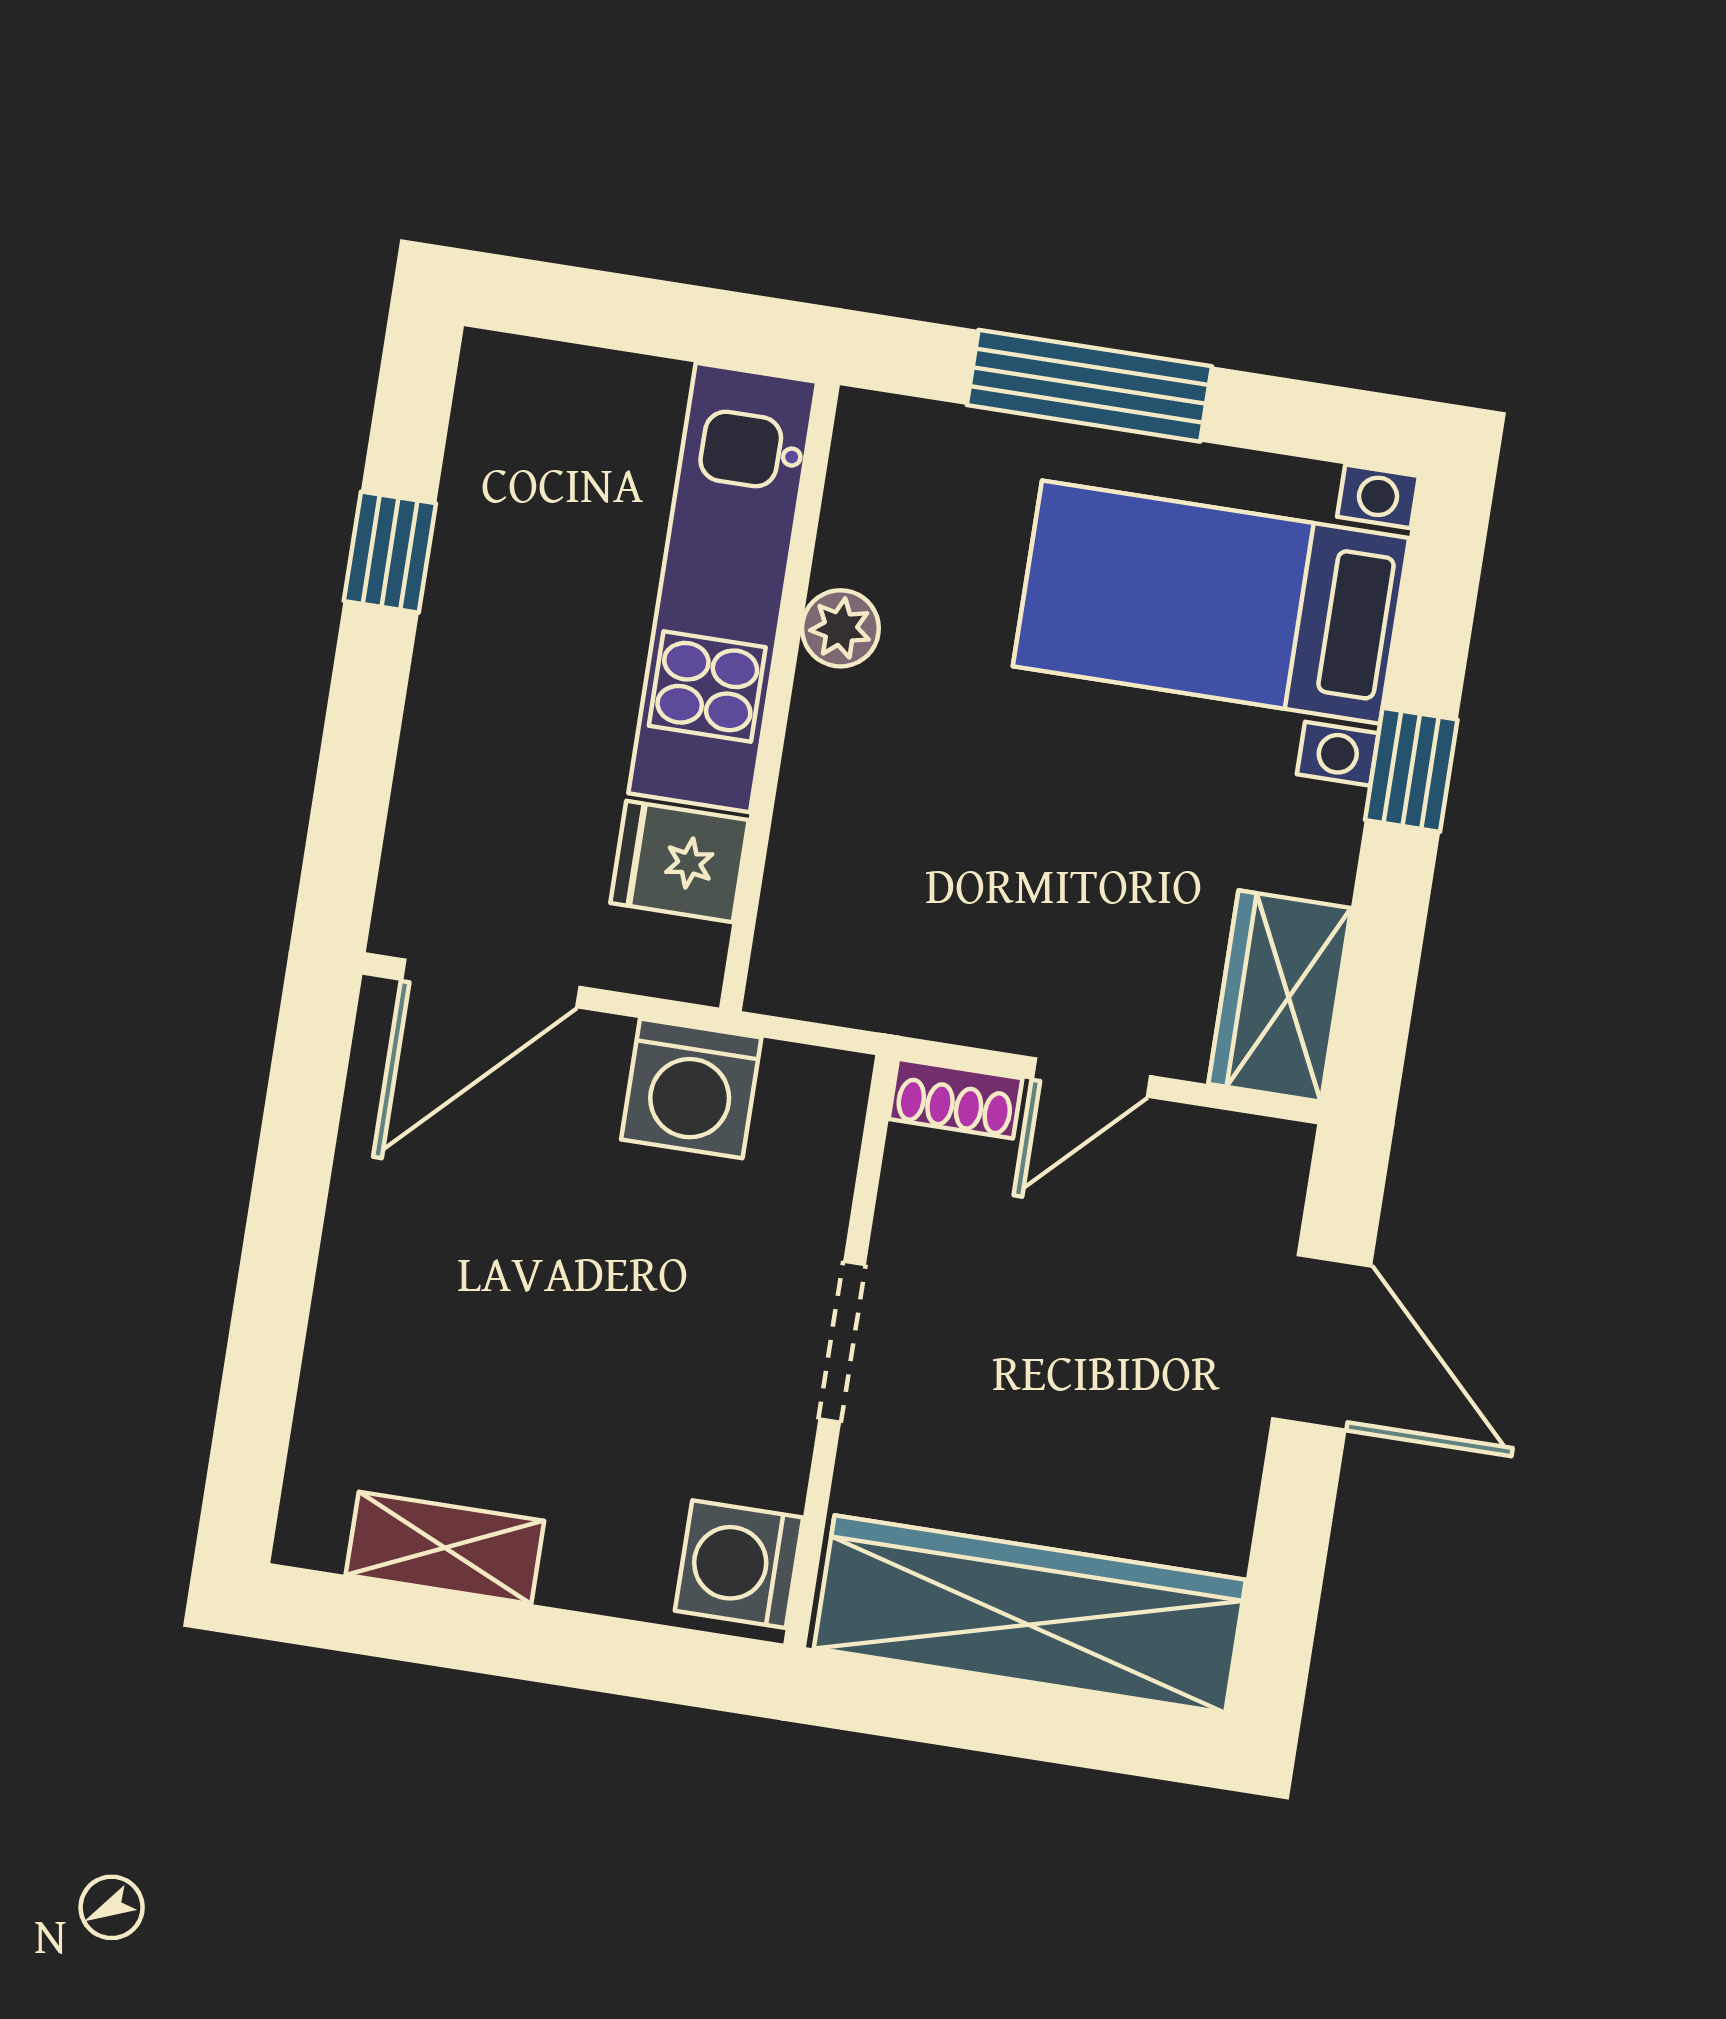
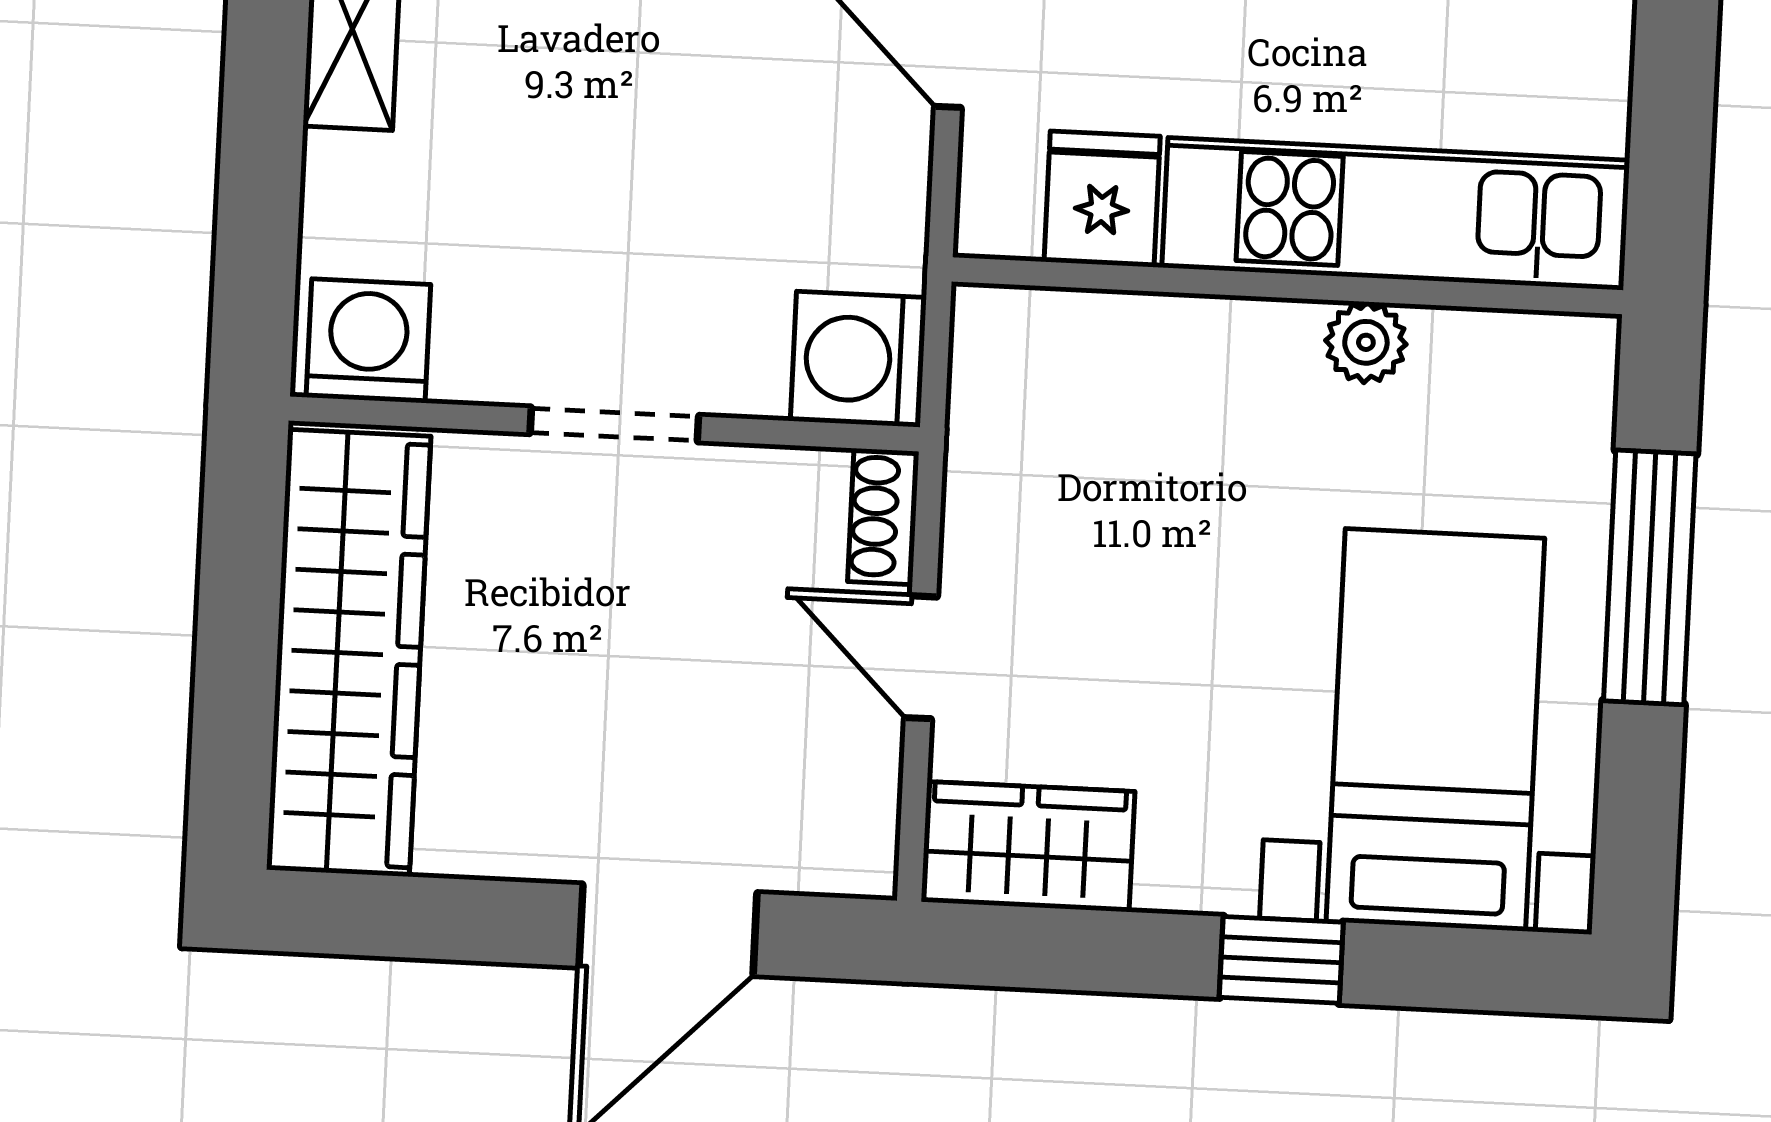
washing machine: (691, 1088) -> (858, 359), moved

